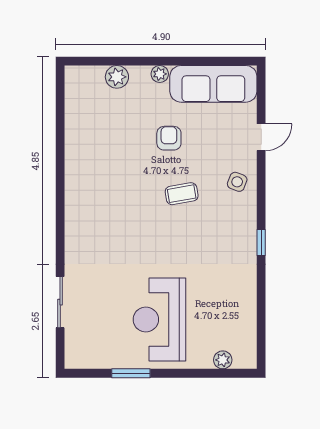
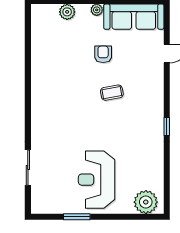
side table: (237, 182) -> (150, 84), removed
plant: (223, 360) -> (146, 202), width x1.88, depth x1.88

